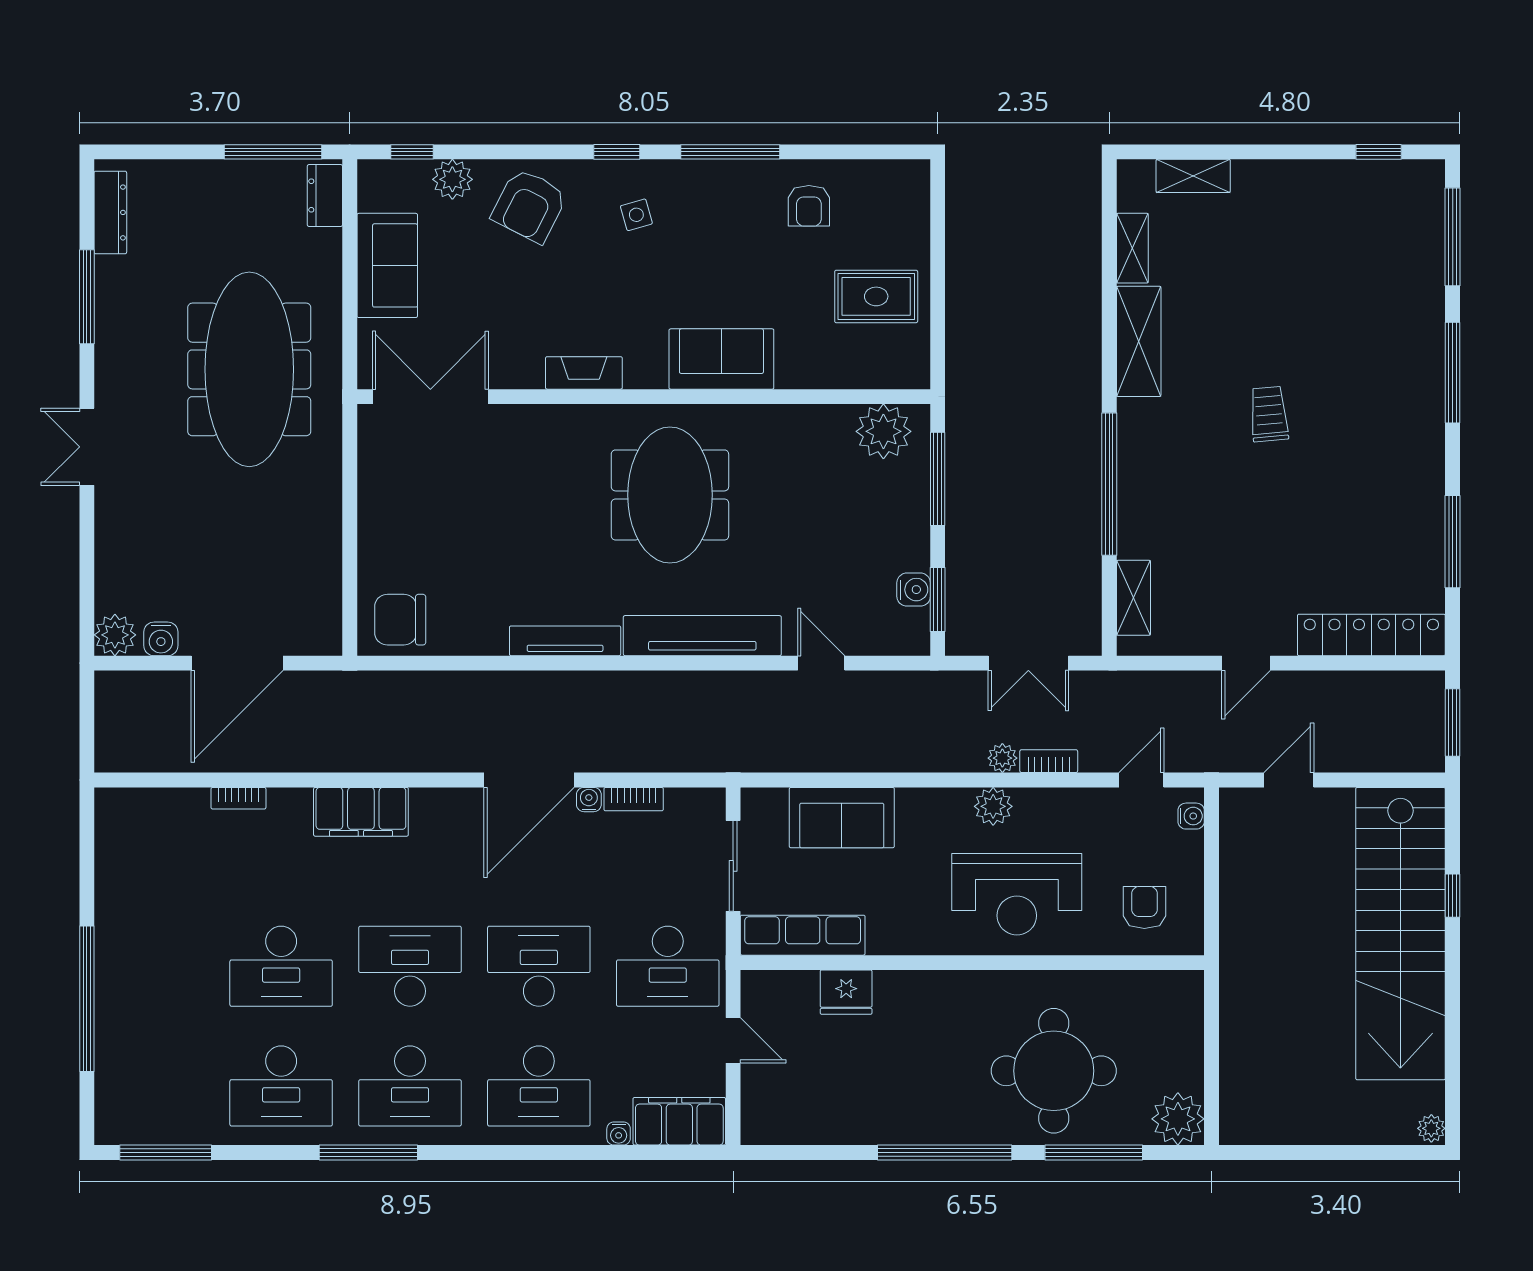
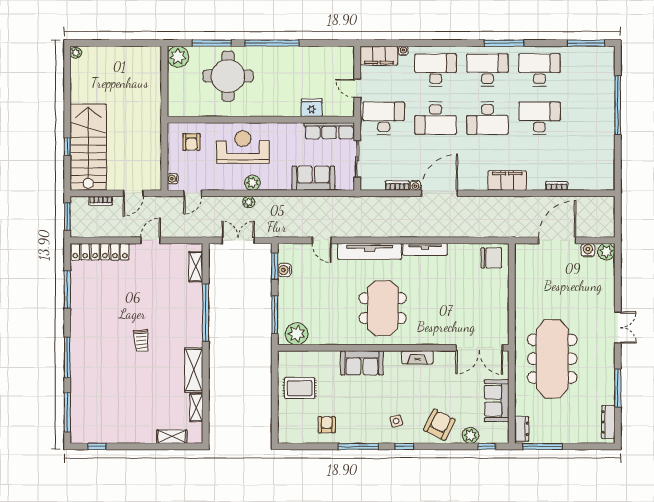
bookcase: (1049, 761) -> (101, 201), moved
stairs: (1400, 934) -> (88, 147), width x0.73

